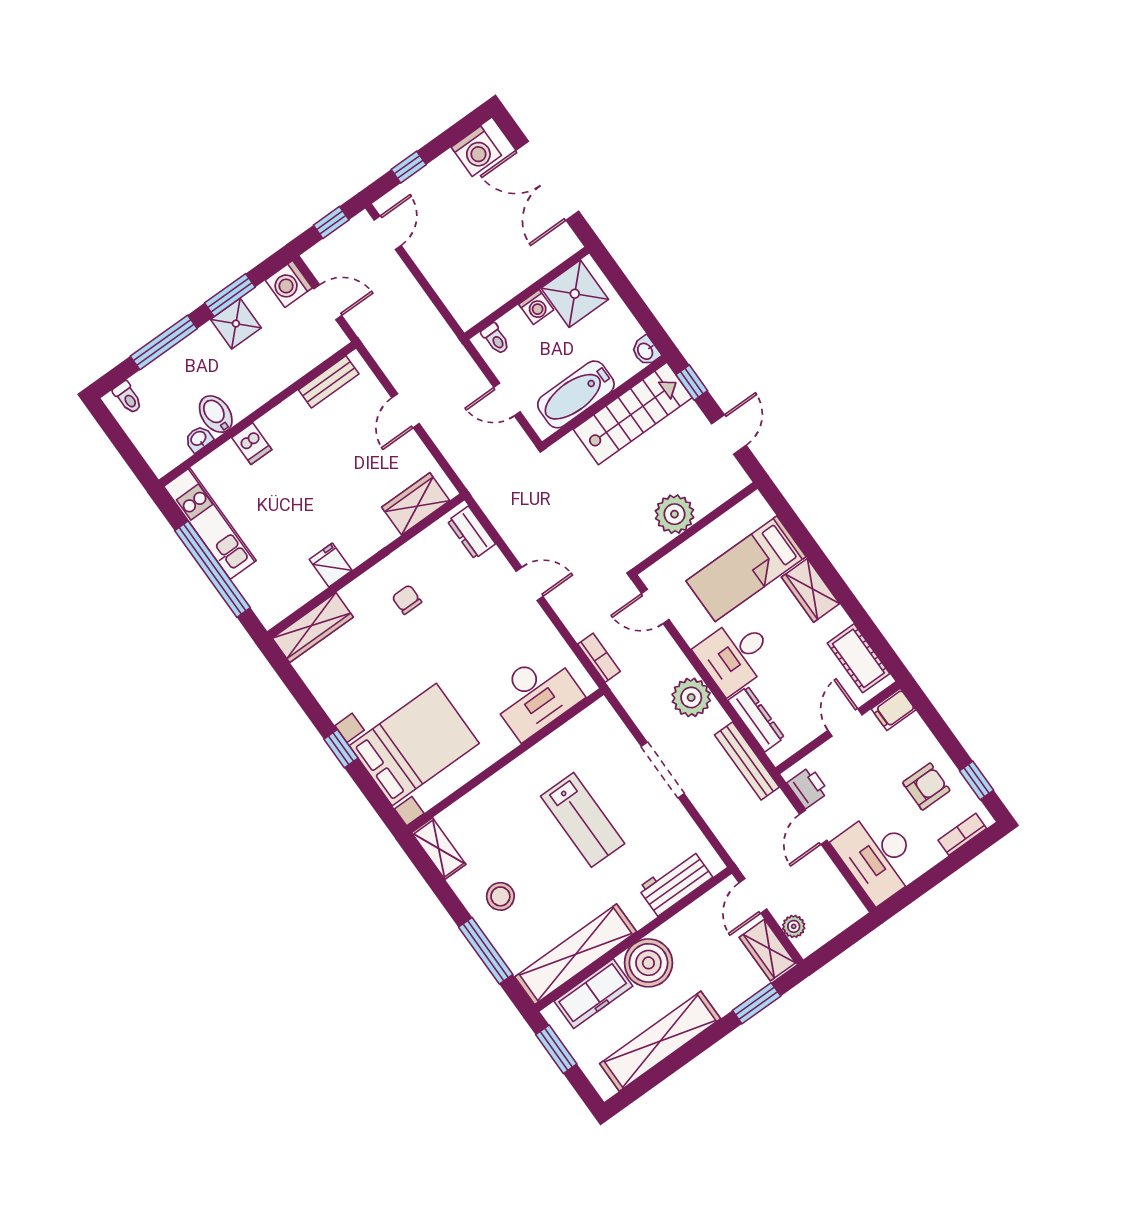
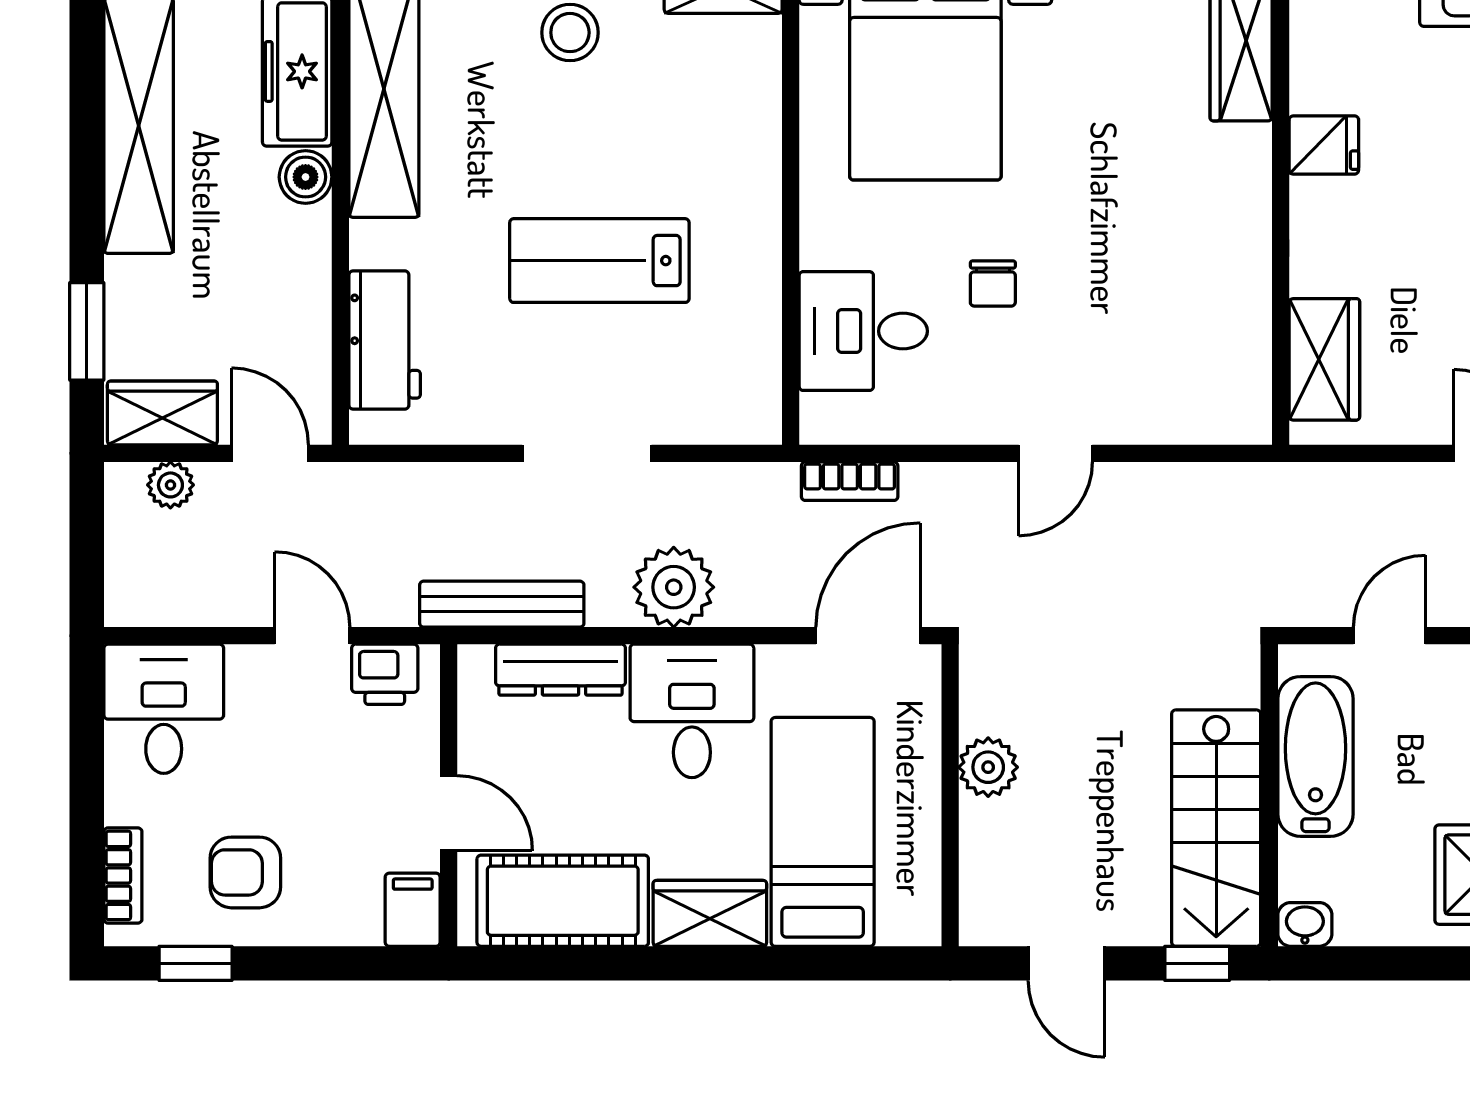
plant: (674, 514) -> (988, 767), width x0.73, depth x0.73
dresser: (471, 533) -> (1210, 418), removed
chair: (407, 600) -> (993, 284), moved, turned 90
door: (655, 606) -> (868, 636), width x1.38
cot: (858, 658) -> (563, 901), width x1.37, depth x1.34
desk: (536, 695) -> (863, 331), width x0.73
armchair: (926, 786) -> (245, 872), turned 90
desk: (878, 857) -> (164, 709), width x0.73
boiler: (648, 963) -> (306, 177), width x0.54, depth x0.54

